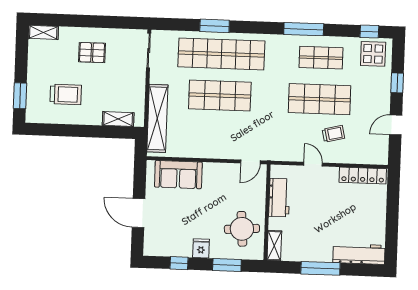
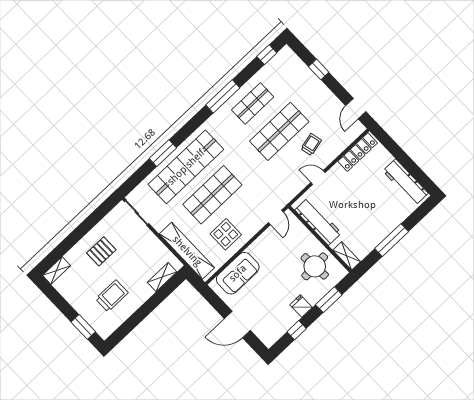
display table: (373, 54) -> (226, 234), moved
door: (396, 125) -> (356, 109), moved
workbench: (279, 198) -> (318, 221), width x1.37
workbench: (359, 254) -> (405, 182), moved, turned -90

